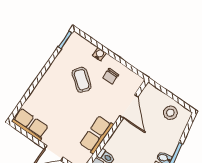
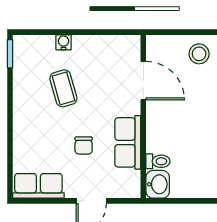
chair: (111, 76) -> (84, 145), moved
coffee table: (82, 80) -> (63, 88), turned 36

